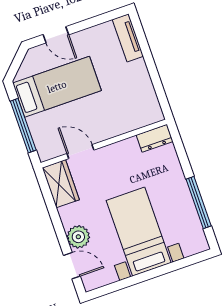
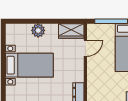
door: (72, 266) -> (23, 21), removed

